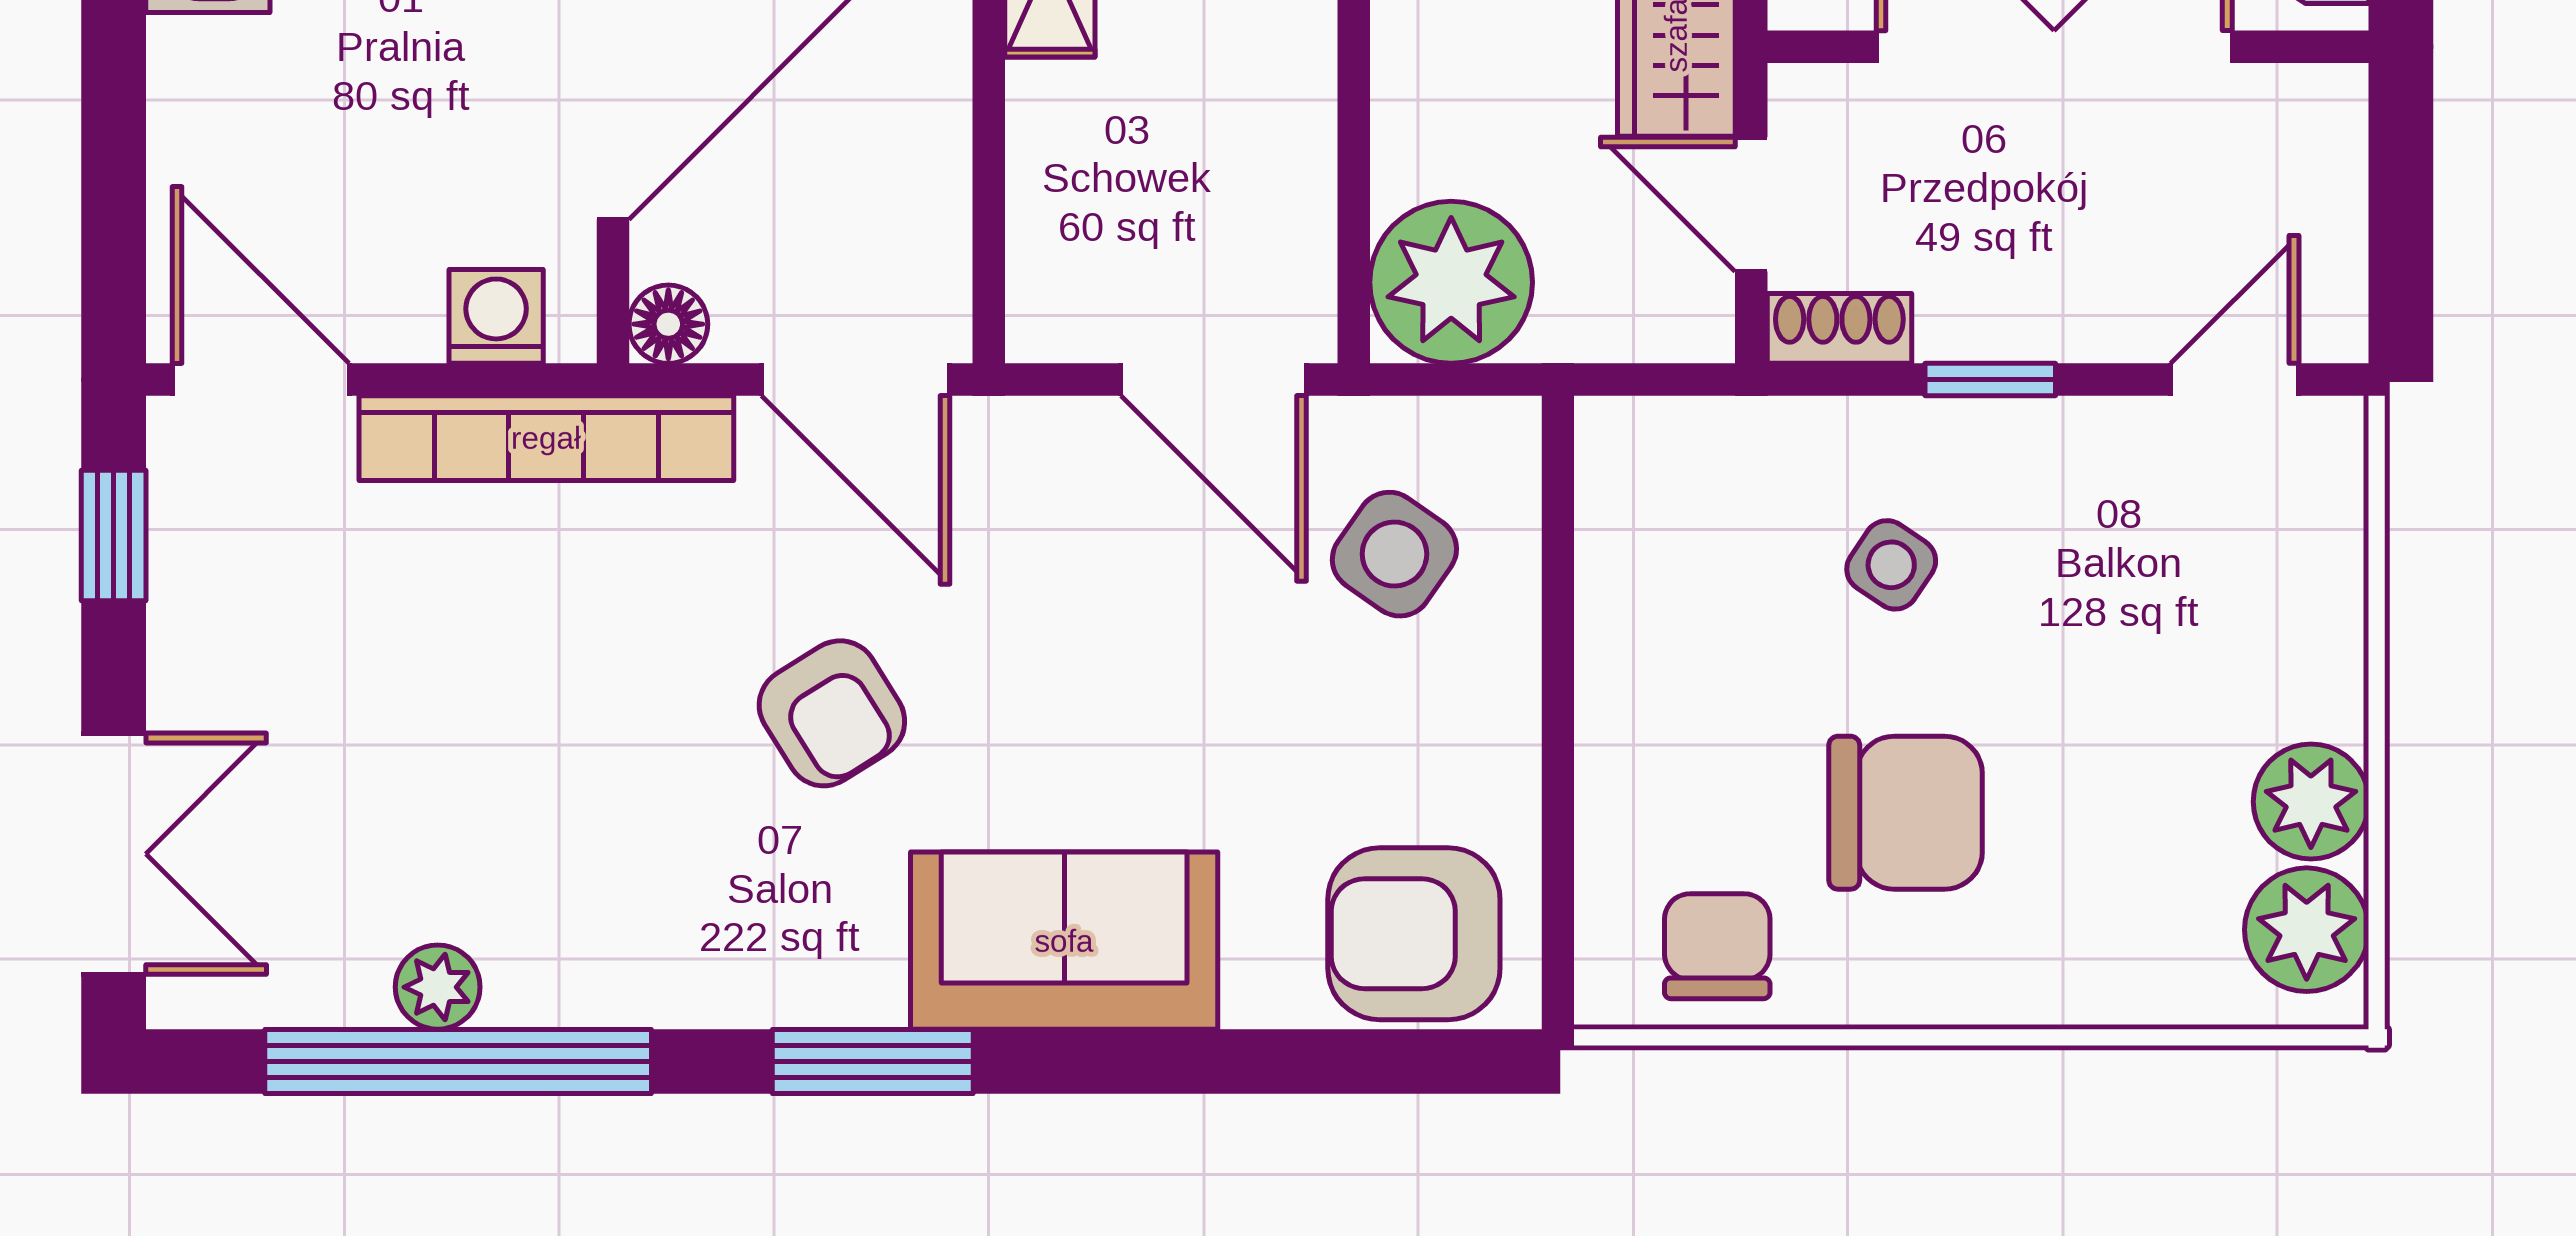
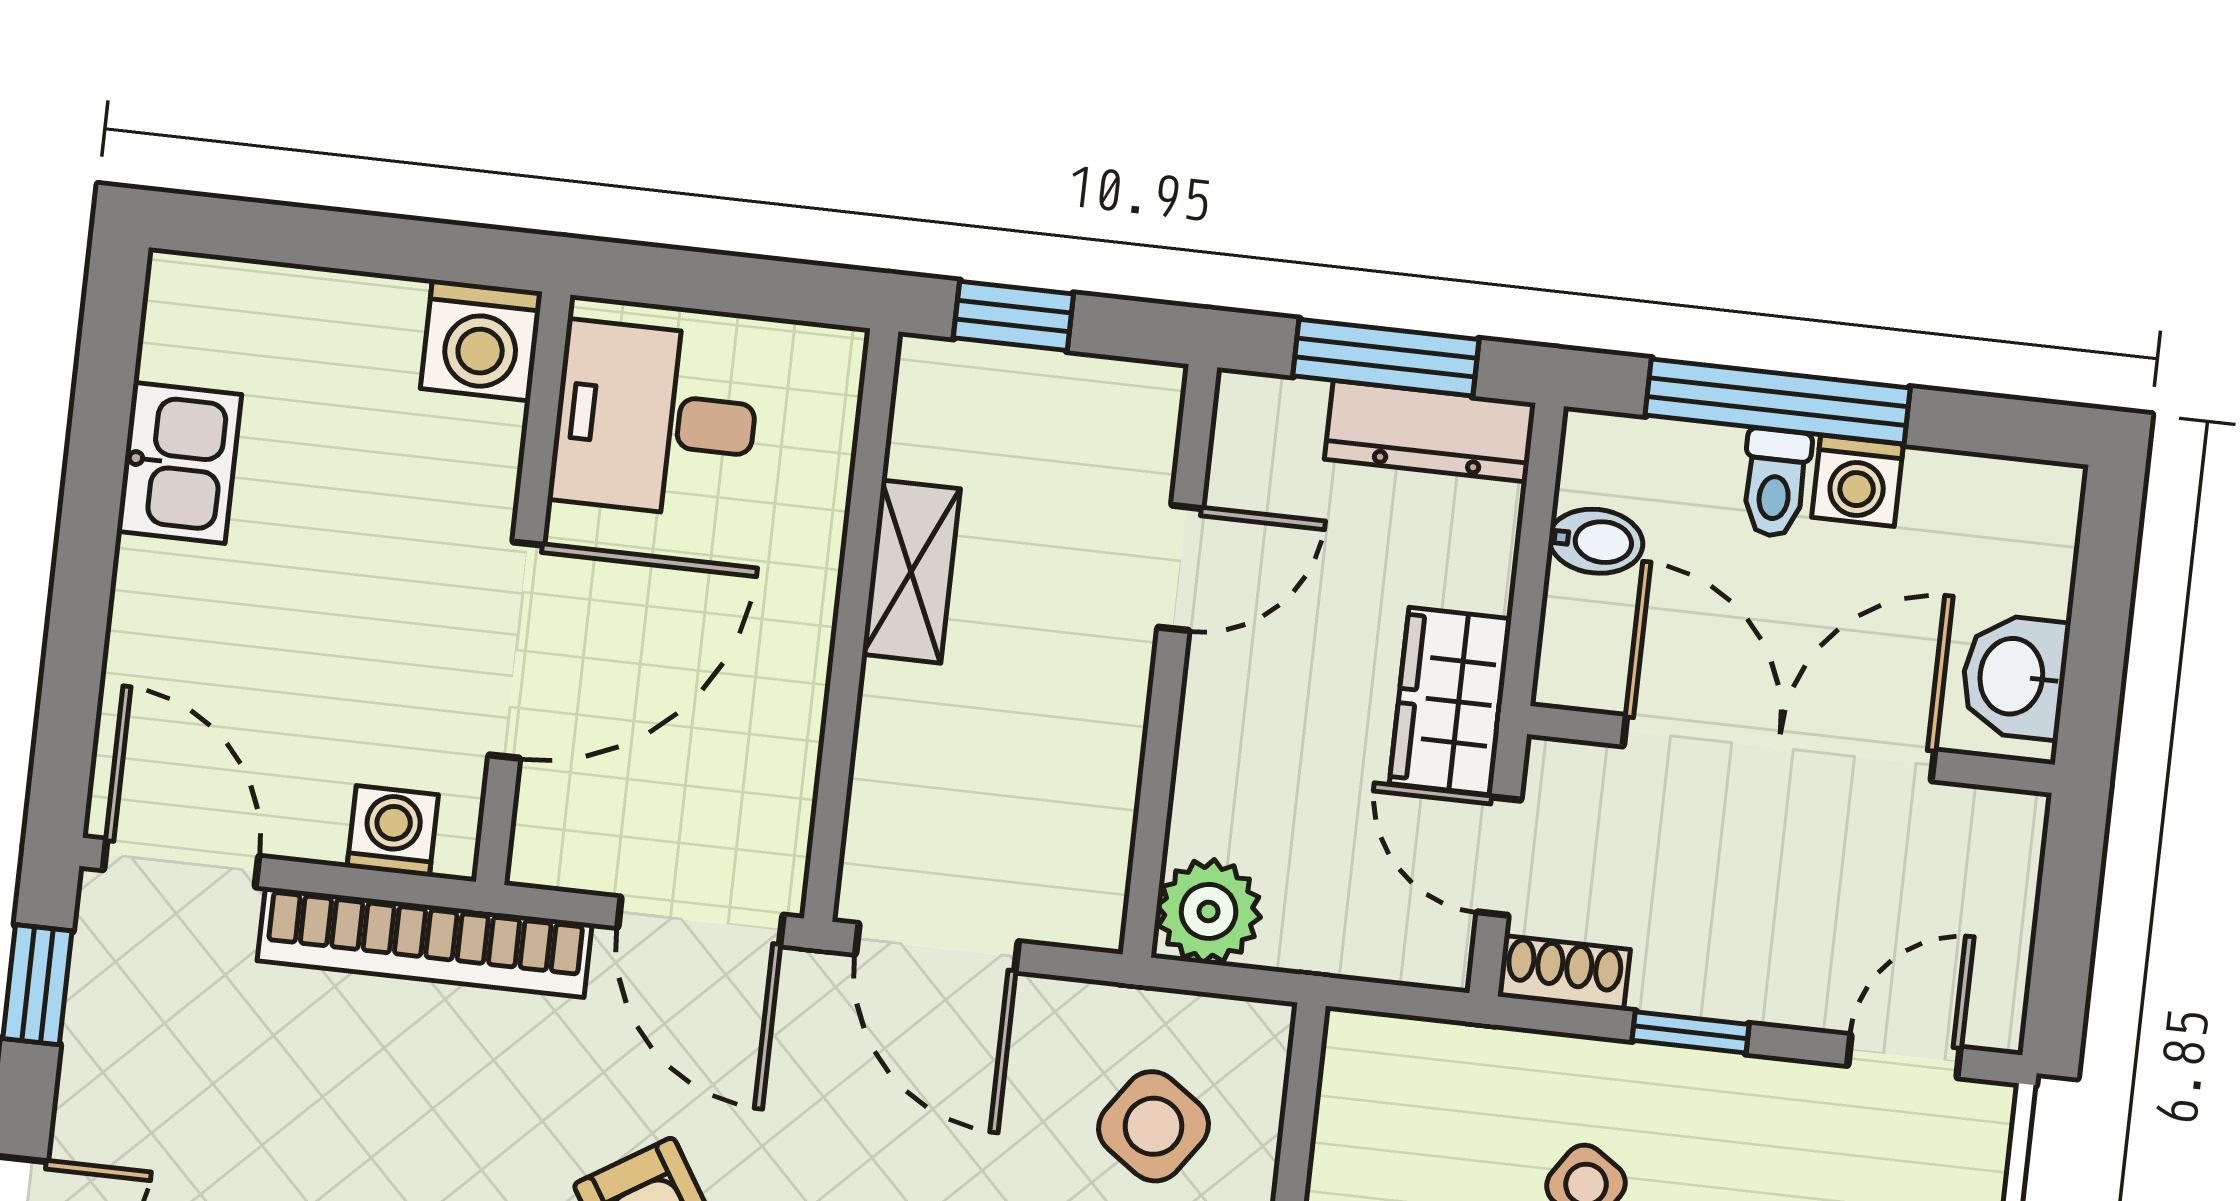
plant: (1451, 282) -> (1209, 911), width x0.73, depth x0.73
floor lamp: (668, 324) -> (542, 855), removed
door: (1214, 380) -> (937, 948), moved

